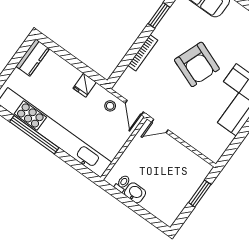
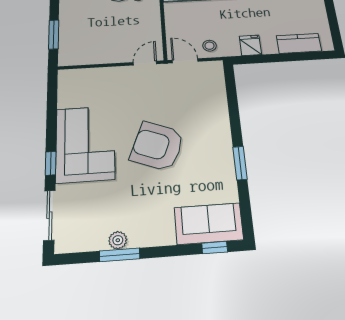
bookcase: (143, 53) -> (223, 115), removed
kitchen counter: (33, 57) -> (299, 43), moved, turned 90

